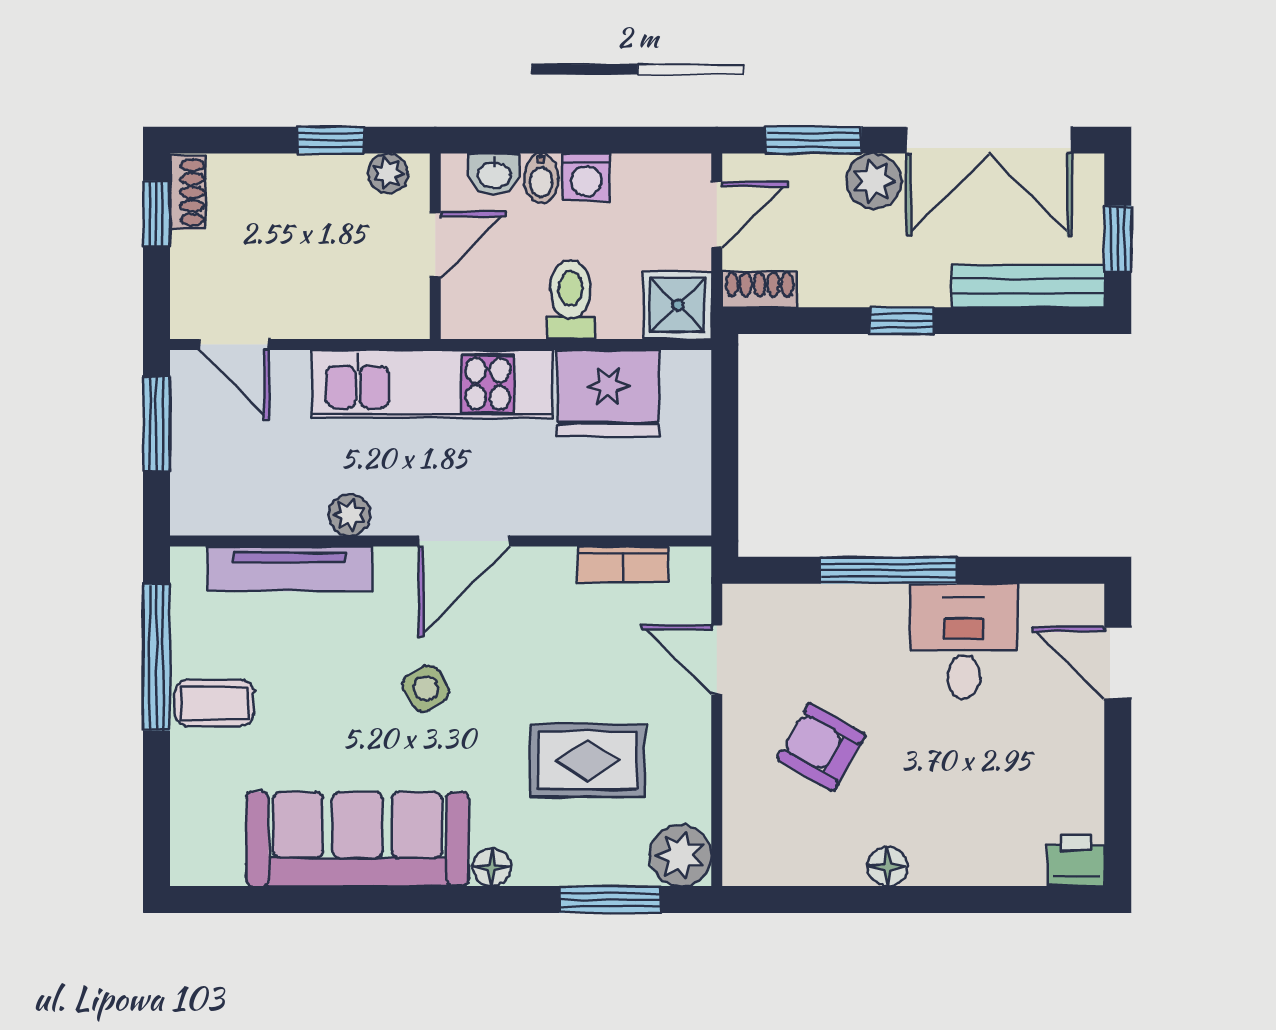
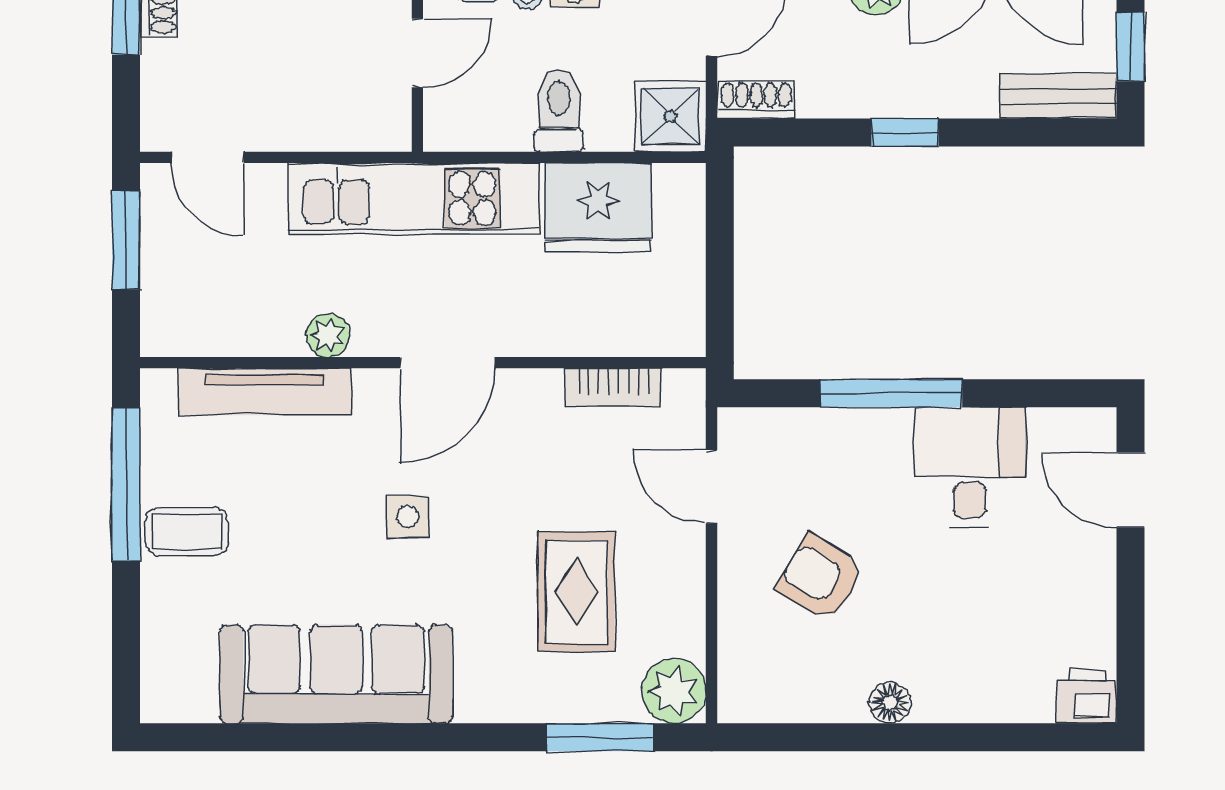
bench: (1028, 286) -> (1058, 96), width x0.73
side table: (426, 688) -> (408, 517), turned 31
rug: (587, 760) -> (576, 592), turned 90
floor lamp: (492, 867) -> (476, 704), removed

